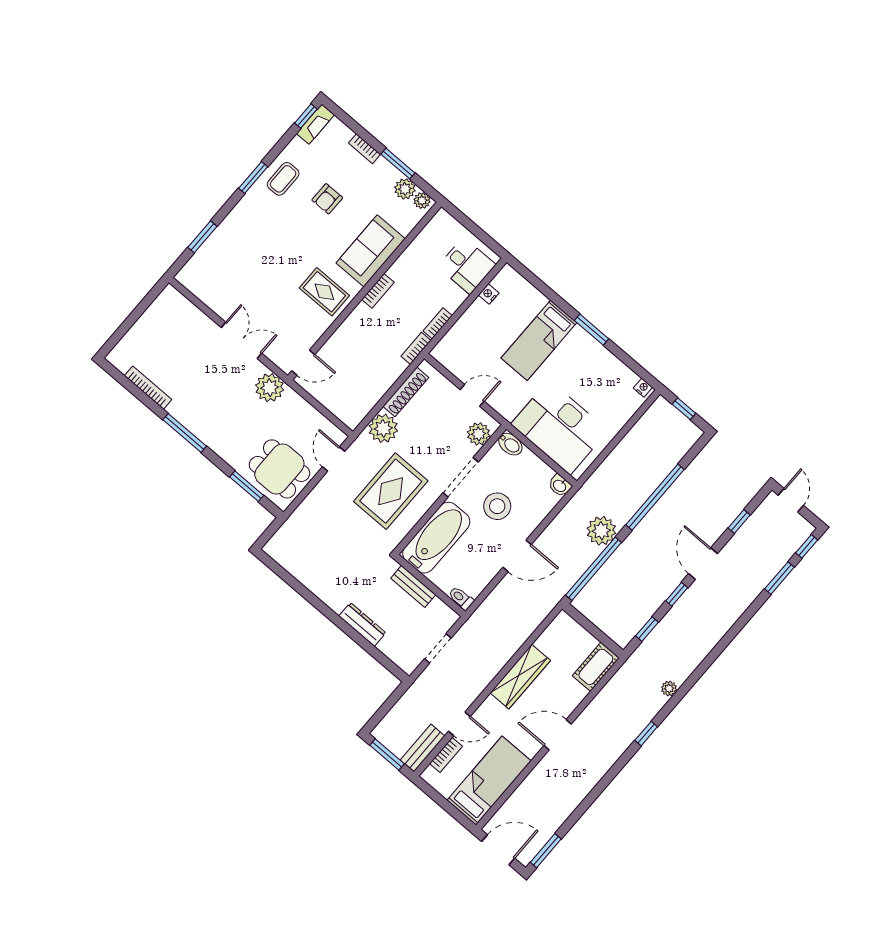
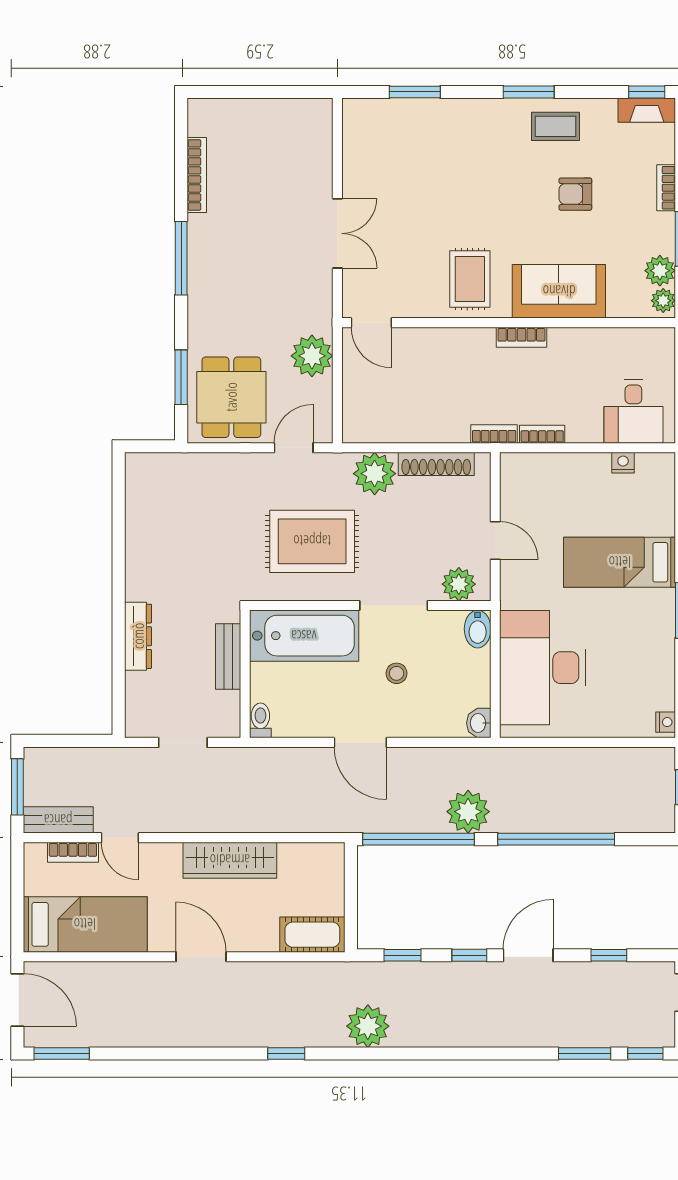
plant: (270, 388) -> (312, 356), moved
stool: (497, 506) -> (396, 673), width x0.53, depth x0.53
plant: (669, 689) -> (368, 1026), width x1.87, depth x1.87

